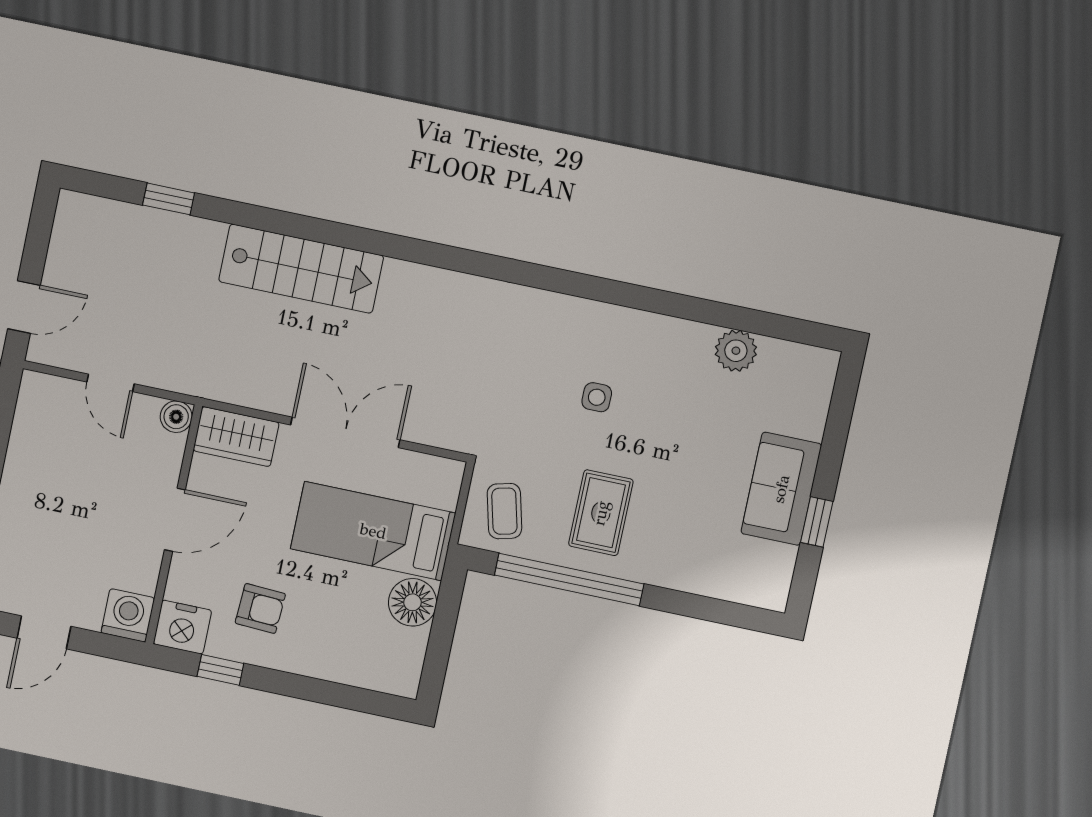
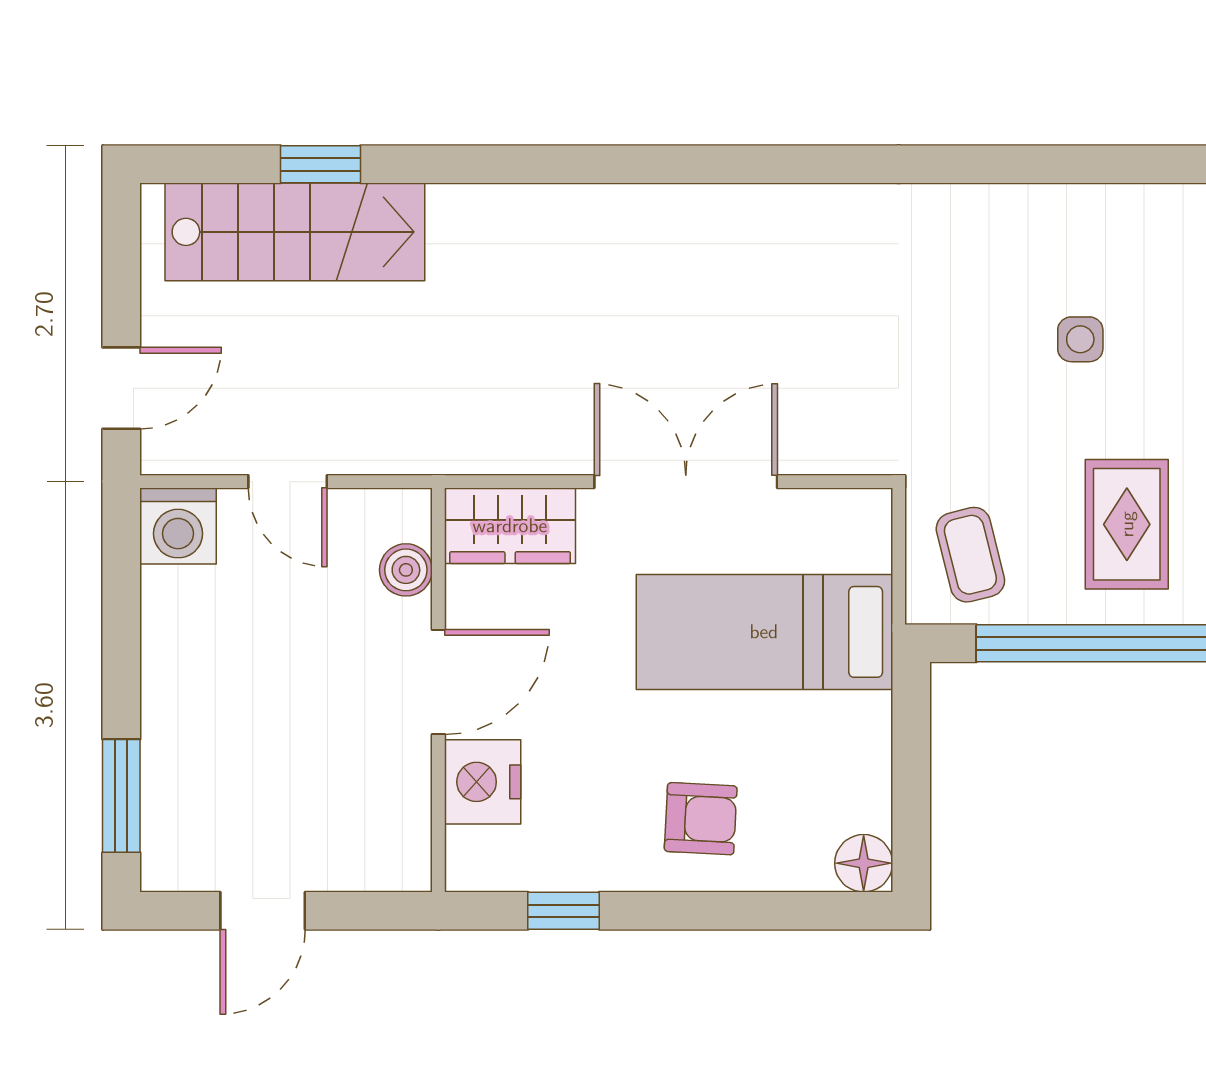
stairs: (301, 269) -> (295, 232), moved
boiler: (176, 417) -> (406, 570), moved
floor lamp: (413, 602) -> (864, 863), moved, width x0.73, depth x0.73
armchair: (260, 608) -> (701, 819), moved
washing machine: (128, 615) -> (178, 526), moved, turned 180
nightstand: (182, 627) -> (483, 782), moved, turned 90

